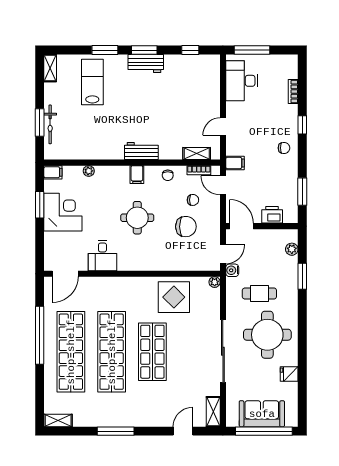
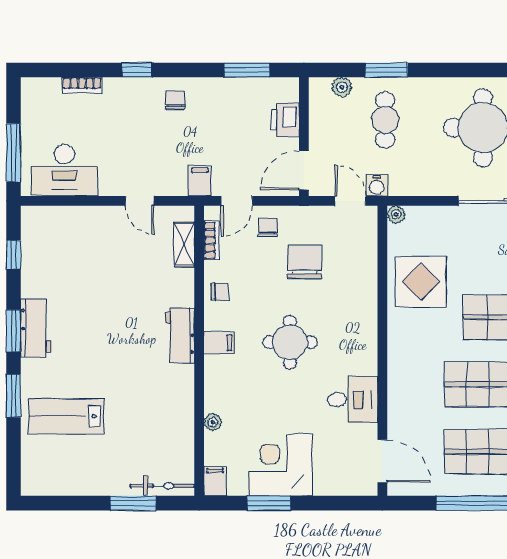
shelving: (50, 68) -> (43, 486), removed
bicycle: (50, 124) -> (162, 486), moved
chair: (193, 200) -> (268, 227), moved
cafe table: (259, 294) -> (385, 120), moved

